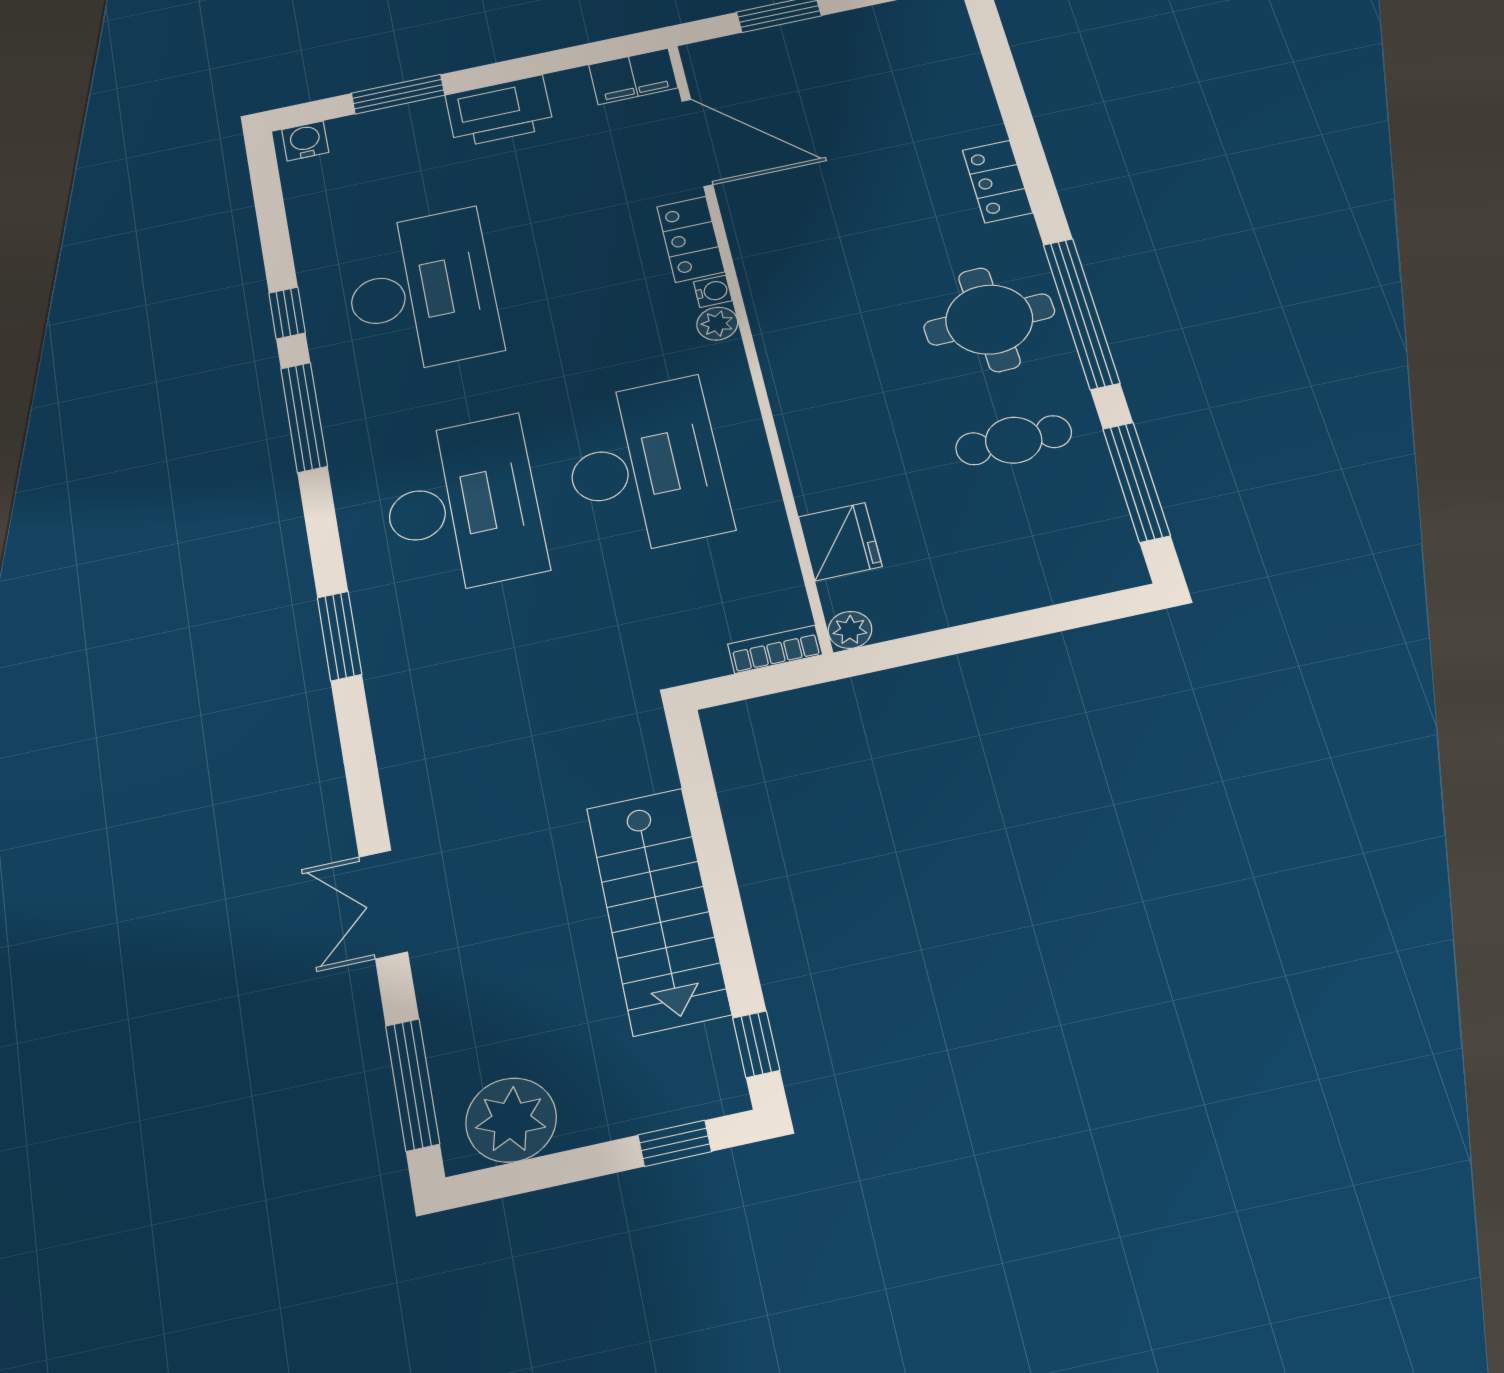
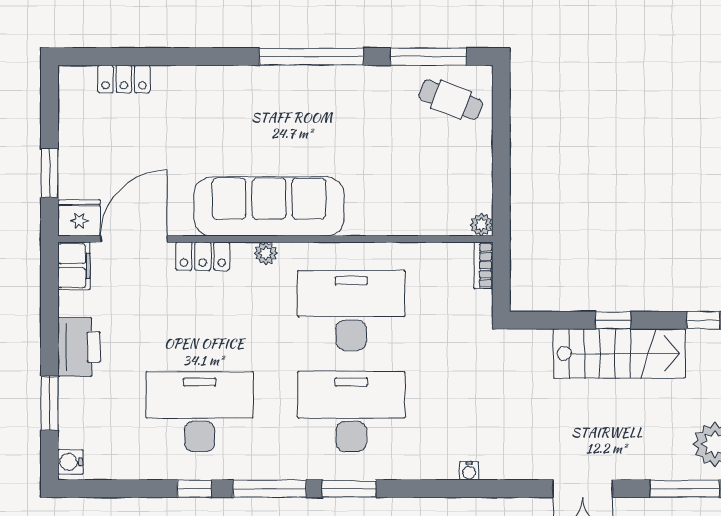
locker: (997, 181) -> (124, 79), moved
water cooler: (713, 291) -> (469, 471), moved, turned 180
sofa: (800, 311) -> (269, 206), added
round table: (989, 320) -> (302, 107), removed
cafe table: (1014, 440) -> (451, 100), moved, turned -69
fridge: (840, 542) -> (79, 218), moved
window: (340, 636) -> (349, 489), moved
window: (720, 885) -> (613, 320), added

